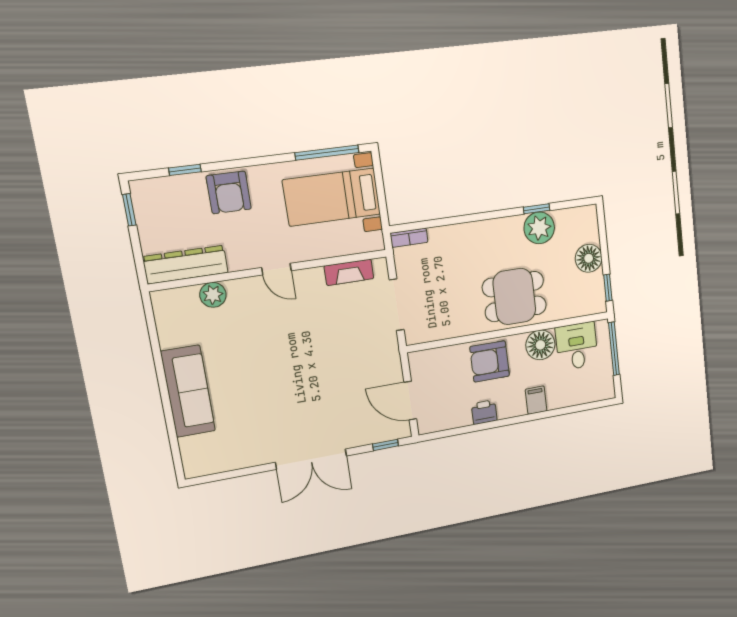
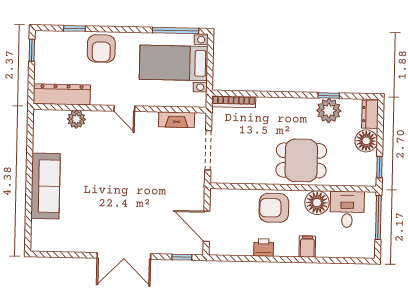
dresser: (589, 224) -> (370, 114), added
bookcase: (409, 238) -> (234, 102), width x1.56

